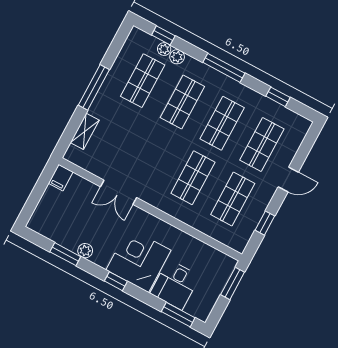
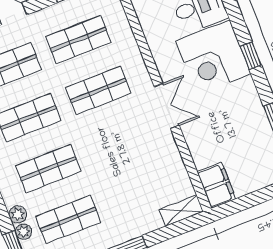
shelving: (85, 131) -> (181, 211), moved
filing cabinet: (61, 178) -> (216, 185), width x2.00
double door: (118, 192) -> (167, 106), moved
plant: (85, 251) -> (255, 108), removed

